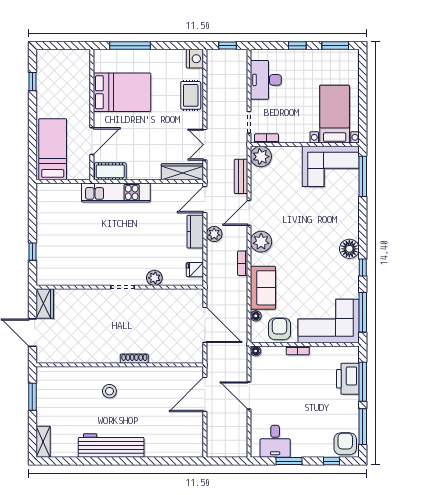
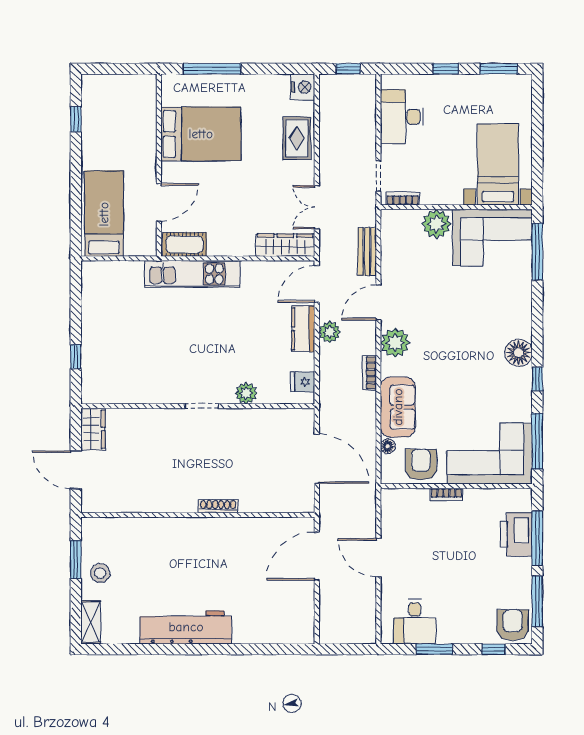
plant: (261, 157) -> (436, 224), moved
floor lamp: (256, 351) -> (388, 495), removed
stool: (109, 391) -> (100, 573), moved

